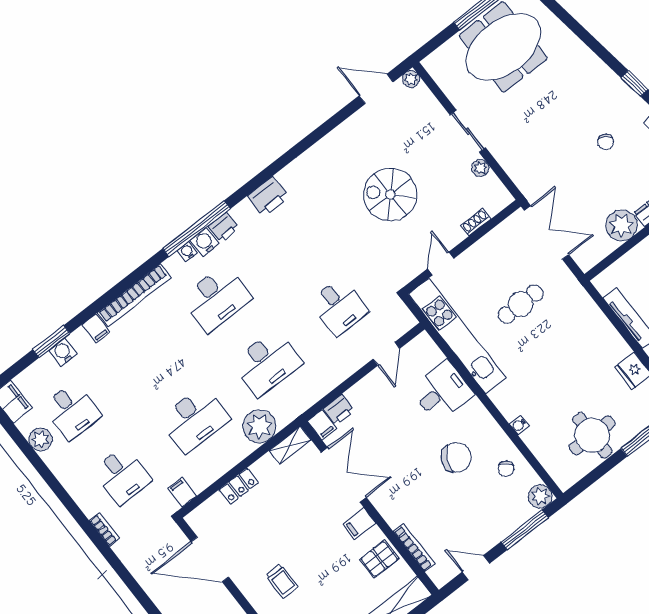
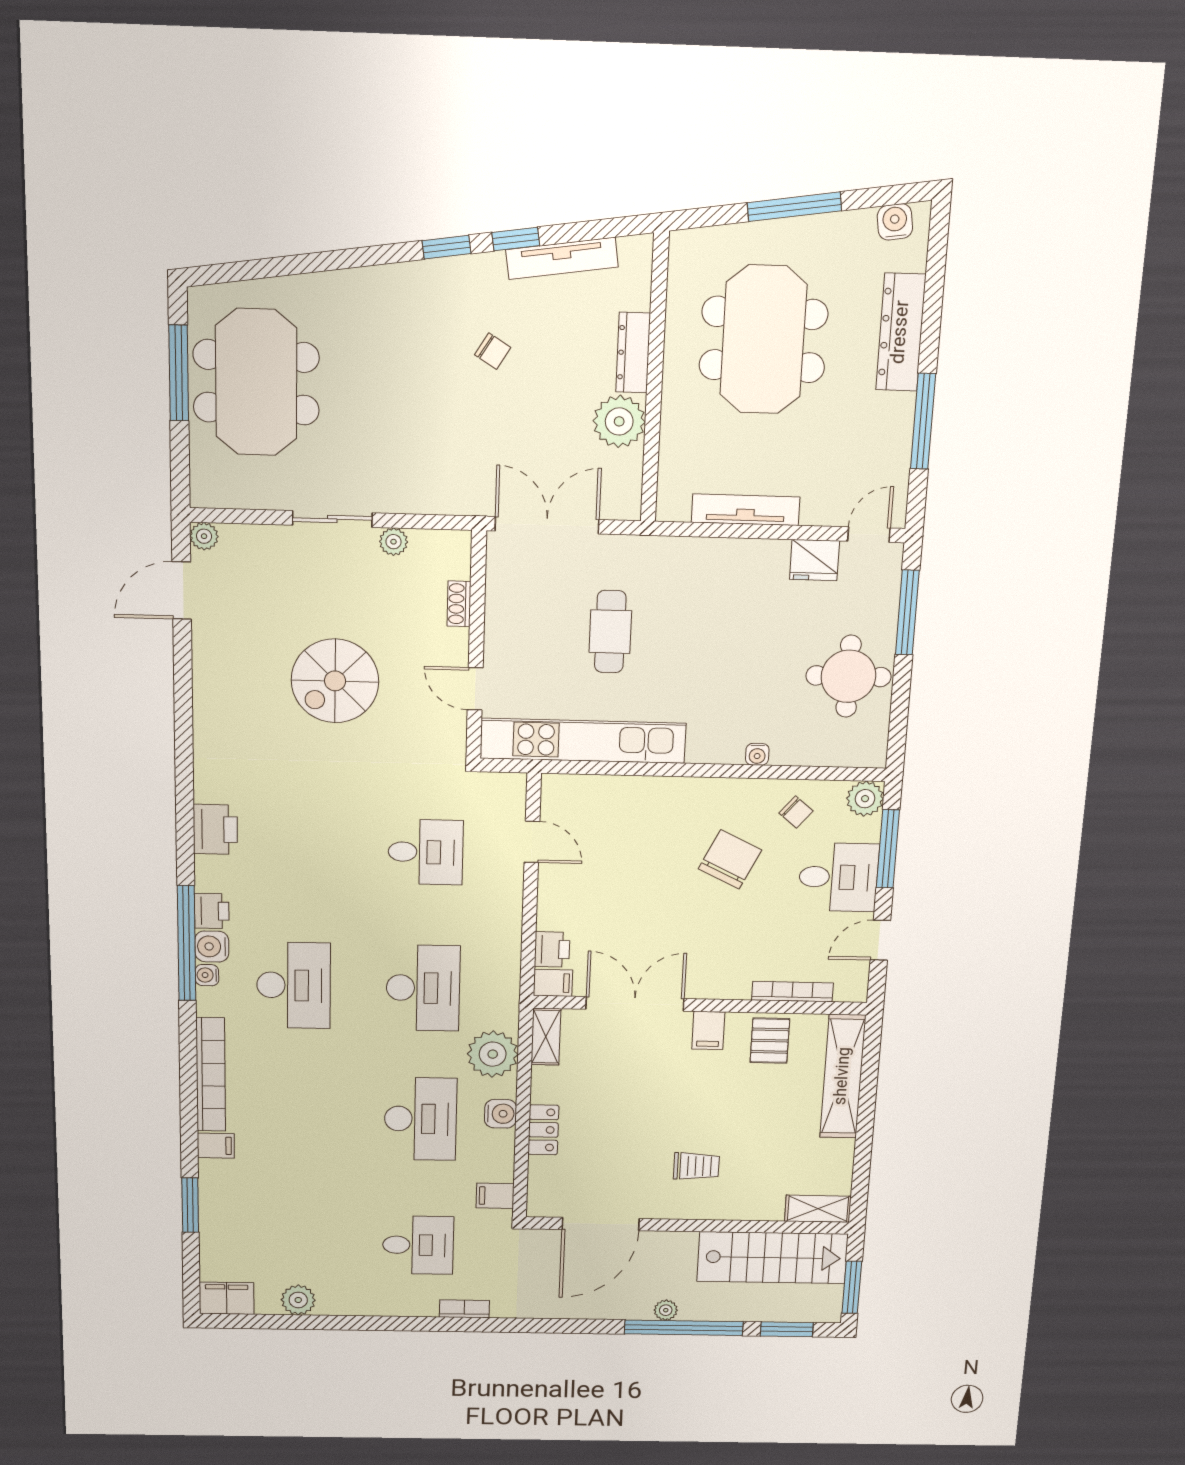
water cooler: (63, 352) -> (501, 1114), moved, turned 180
desk: (442, 392) -> (838, 877), moved, turned 90
desk: (72, 411) -> (293, 1243), removed

